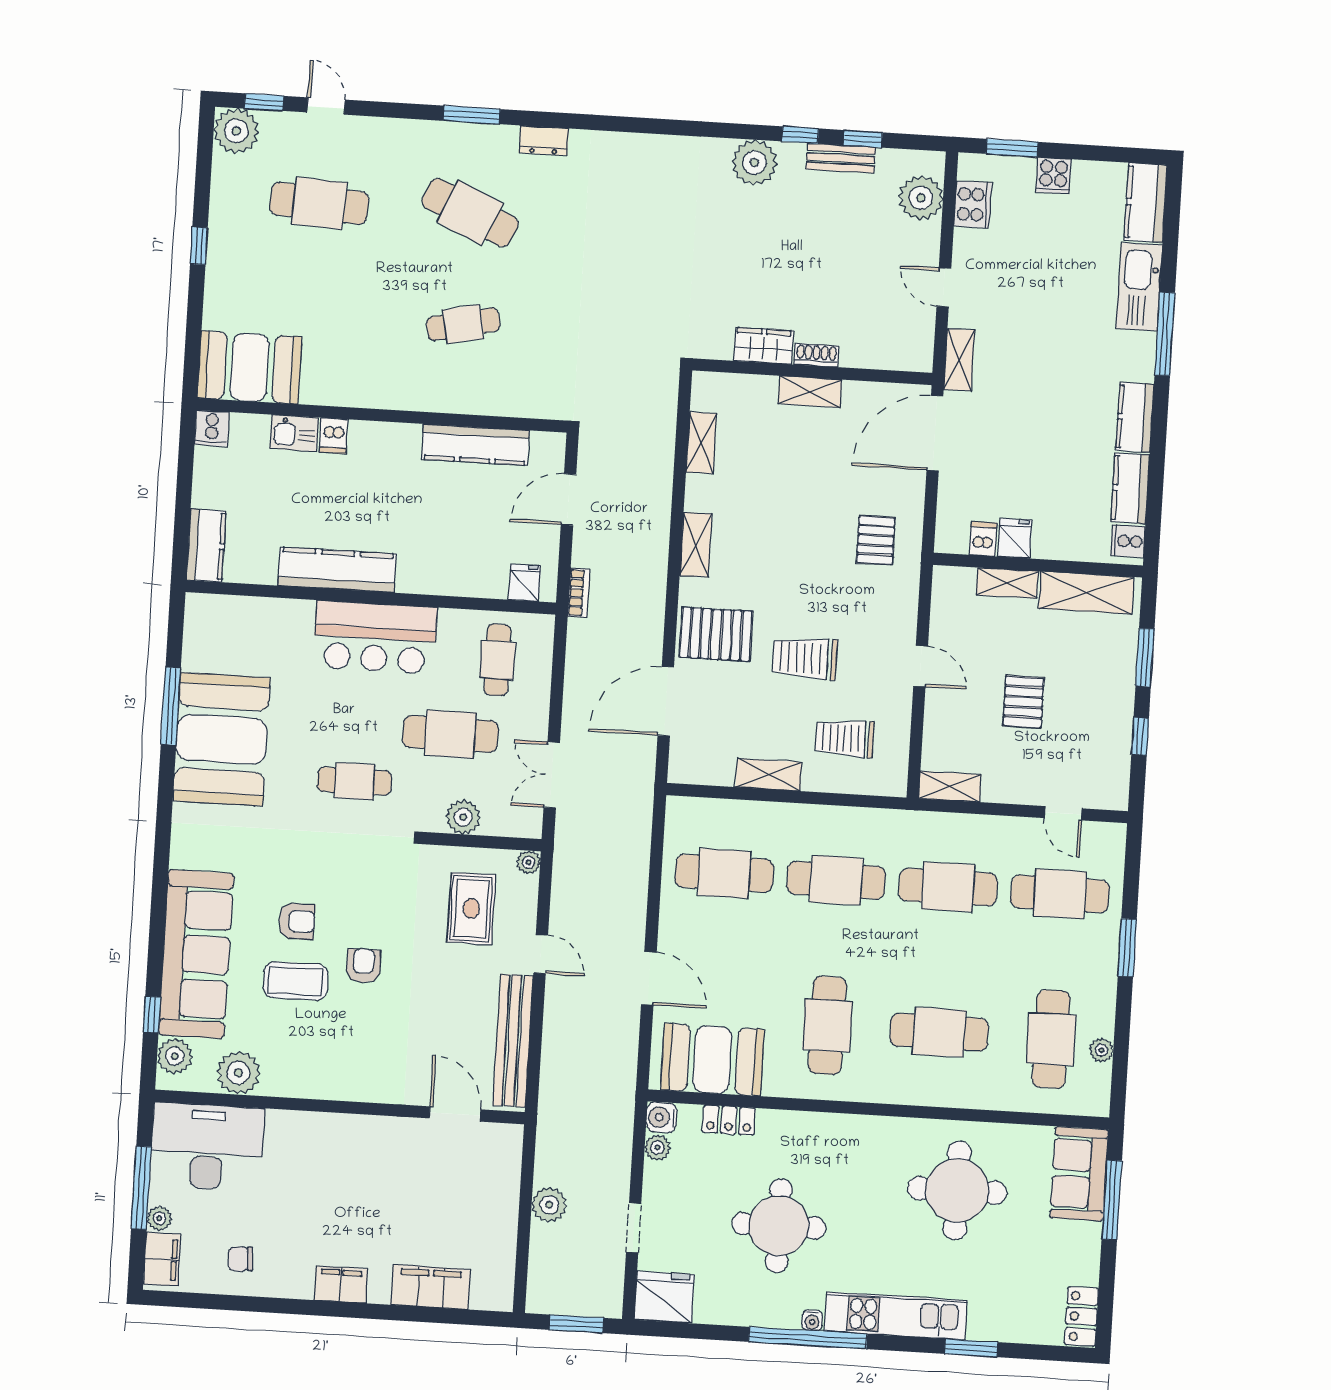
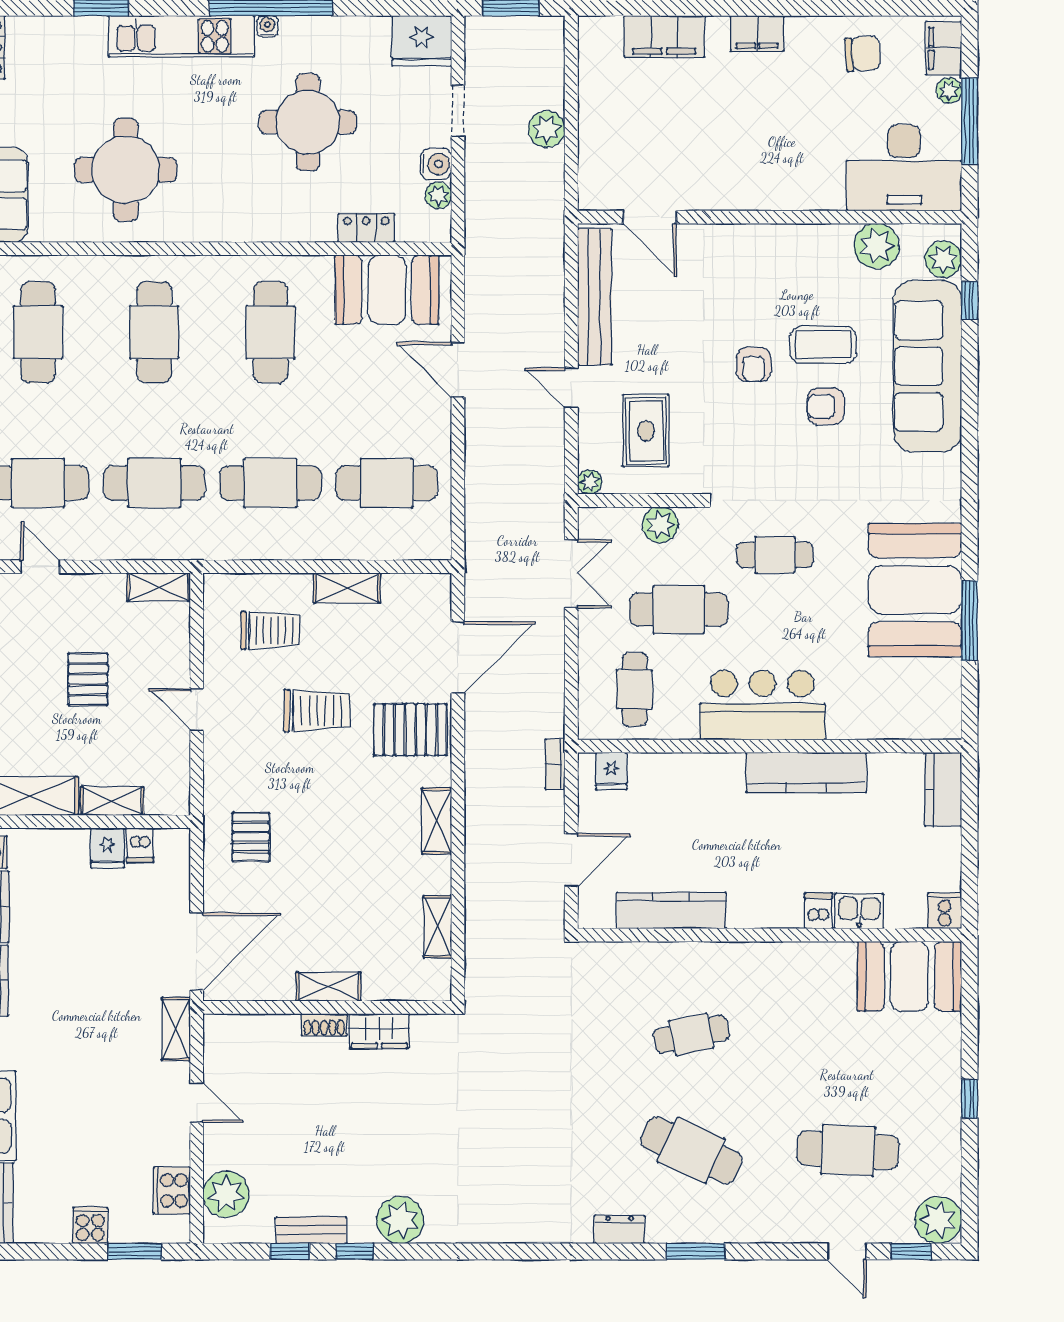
cafe table: (939, 1032) -> (154, 332), turned 90
water cooler: (662, 1117) -> (436, 164), moved
chair: (240, 1259) -> (863, 54), width x1.37, depth x1.37

